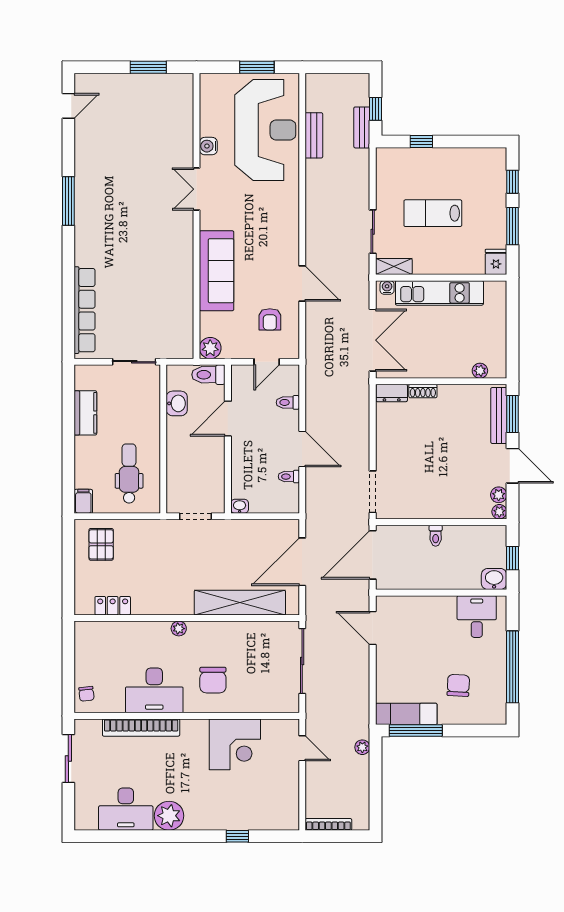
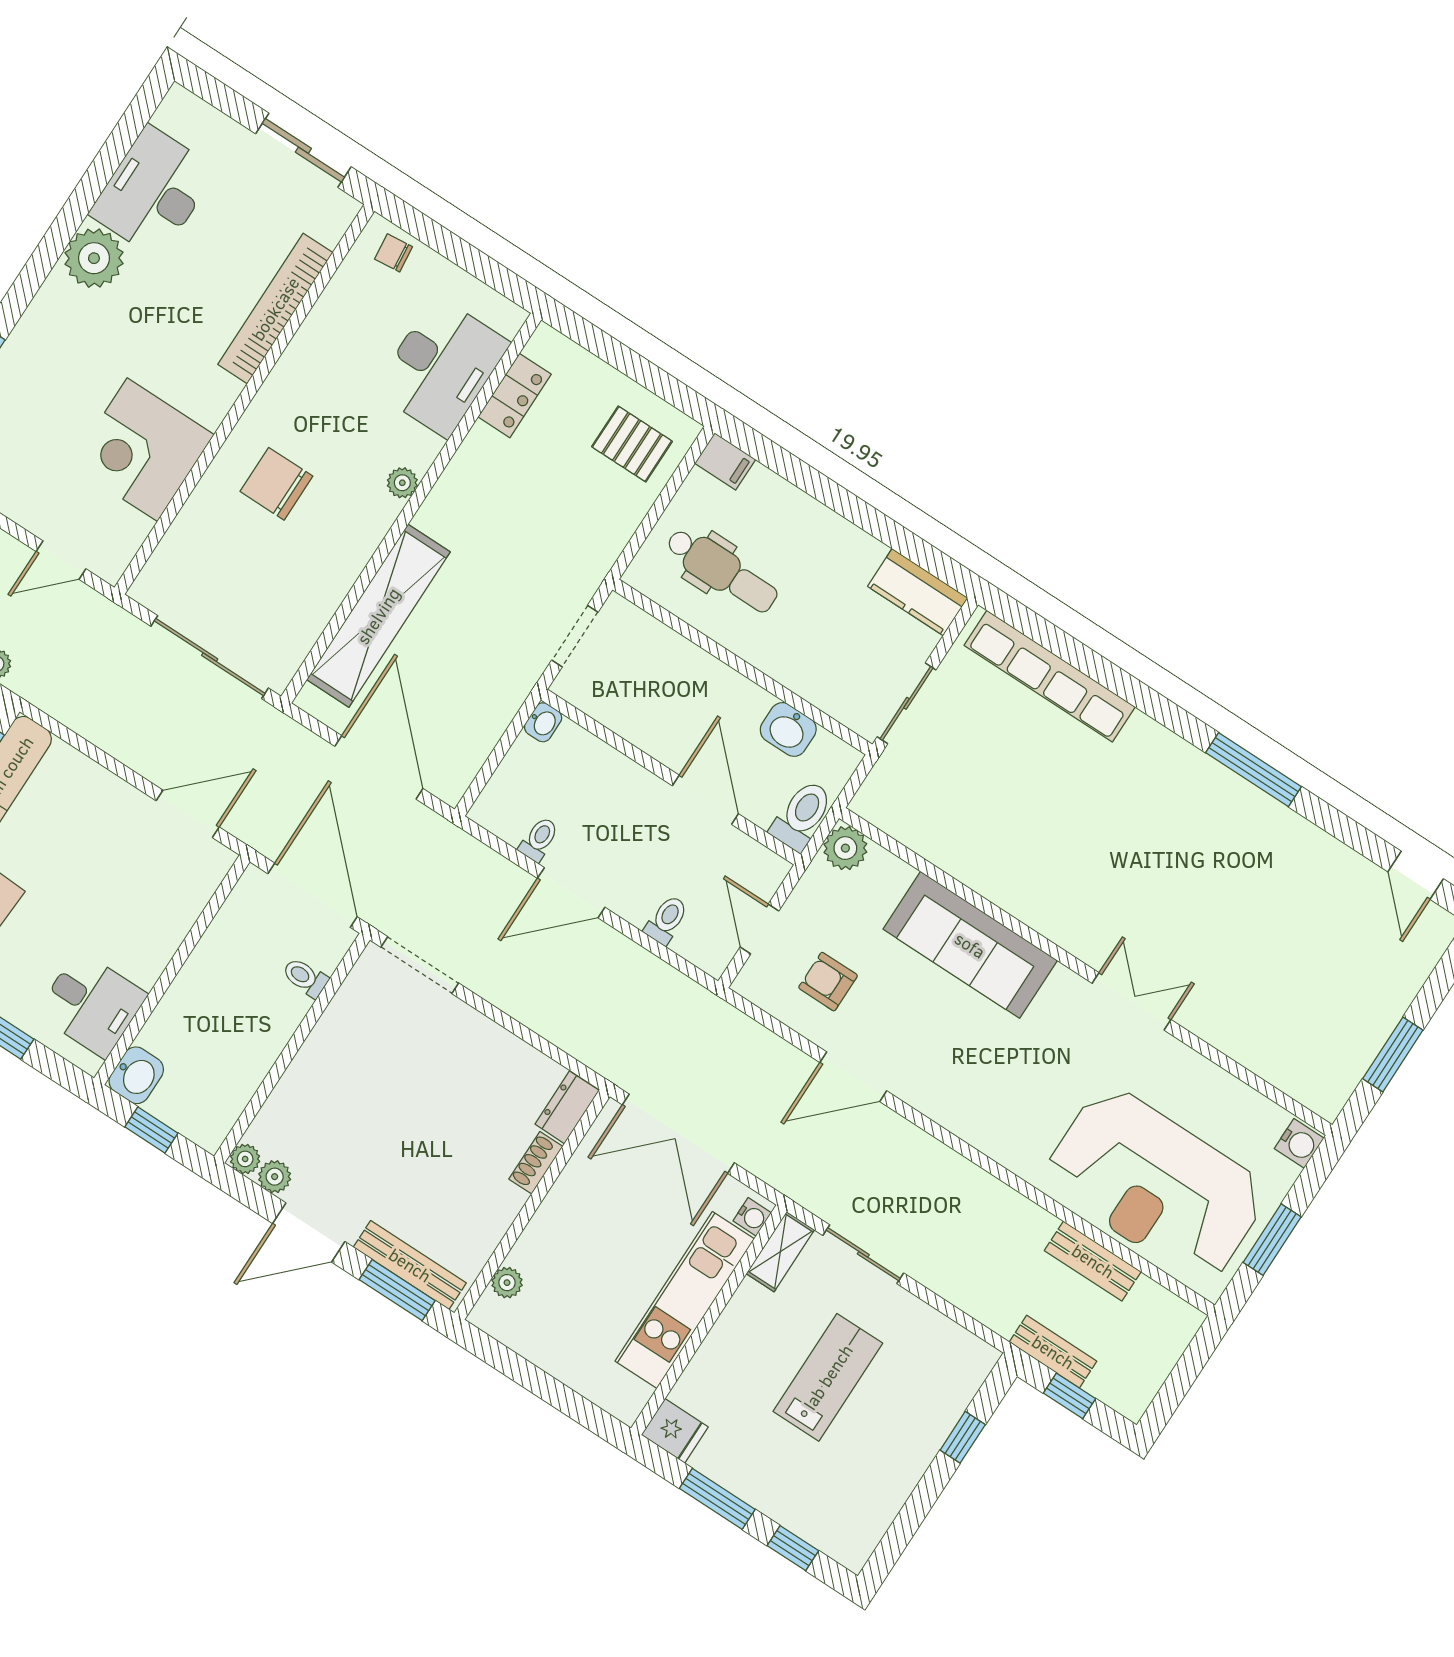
water cooler: (208, 146) -> (1299, 1143), moved, turned 90
kitchen counter: (85, 413) -> (918, 592), moved
toilet: (436, 536) -> (305, 978), moved
desk: (154, 690) -> (442, 367), moved, turned 180

